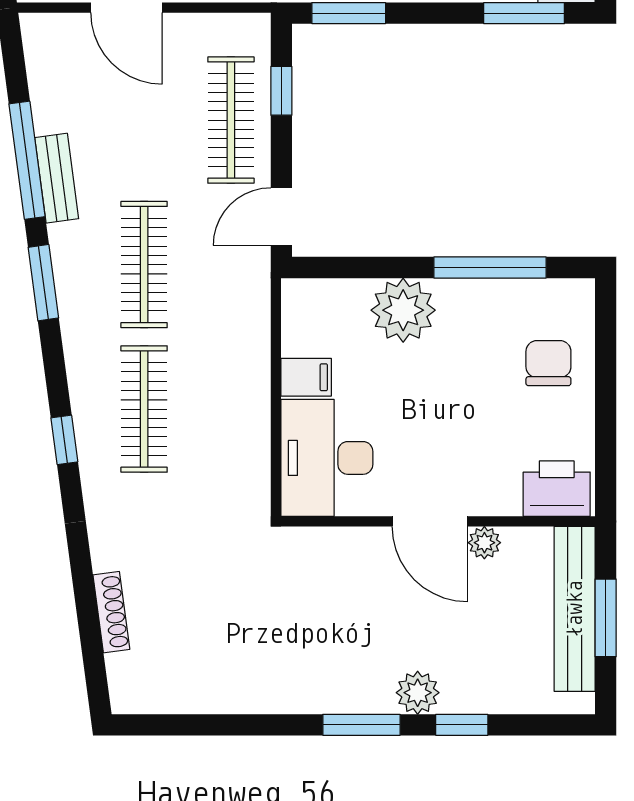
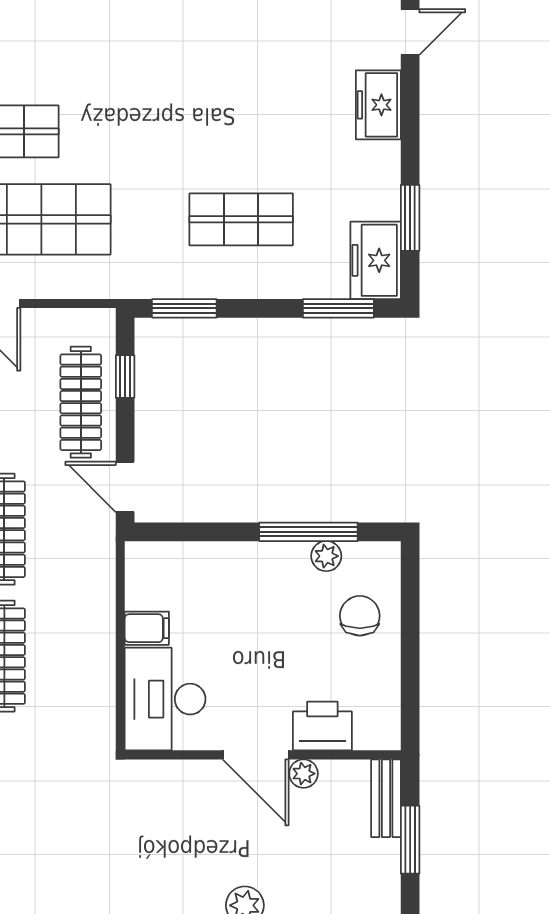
door: (281, 217) -> (125, 487), hinge flipped
plant: (403, 310) -> (326, 556), moved, width x0.53, depth x0.53
printer: (557, 489) -> (322, 726), moved
bench: (575, 609) -> (386, 798), width x0.54, depth x0.82

